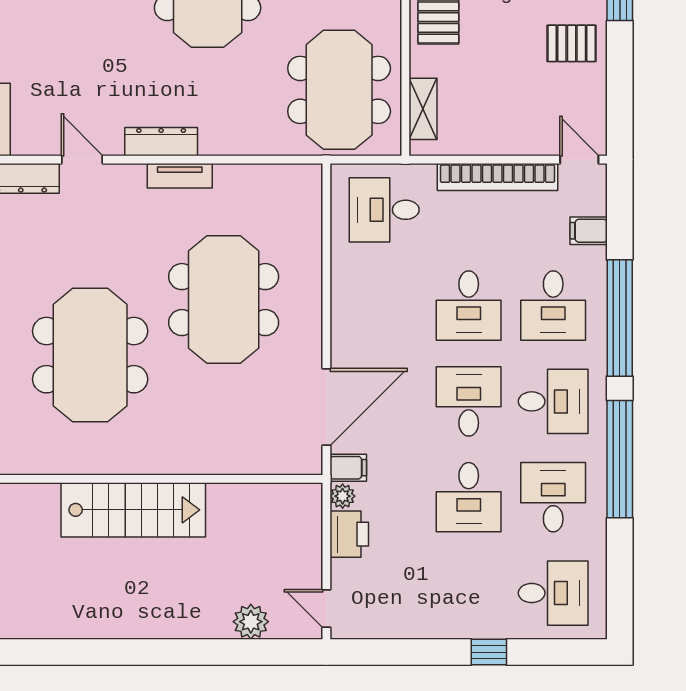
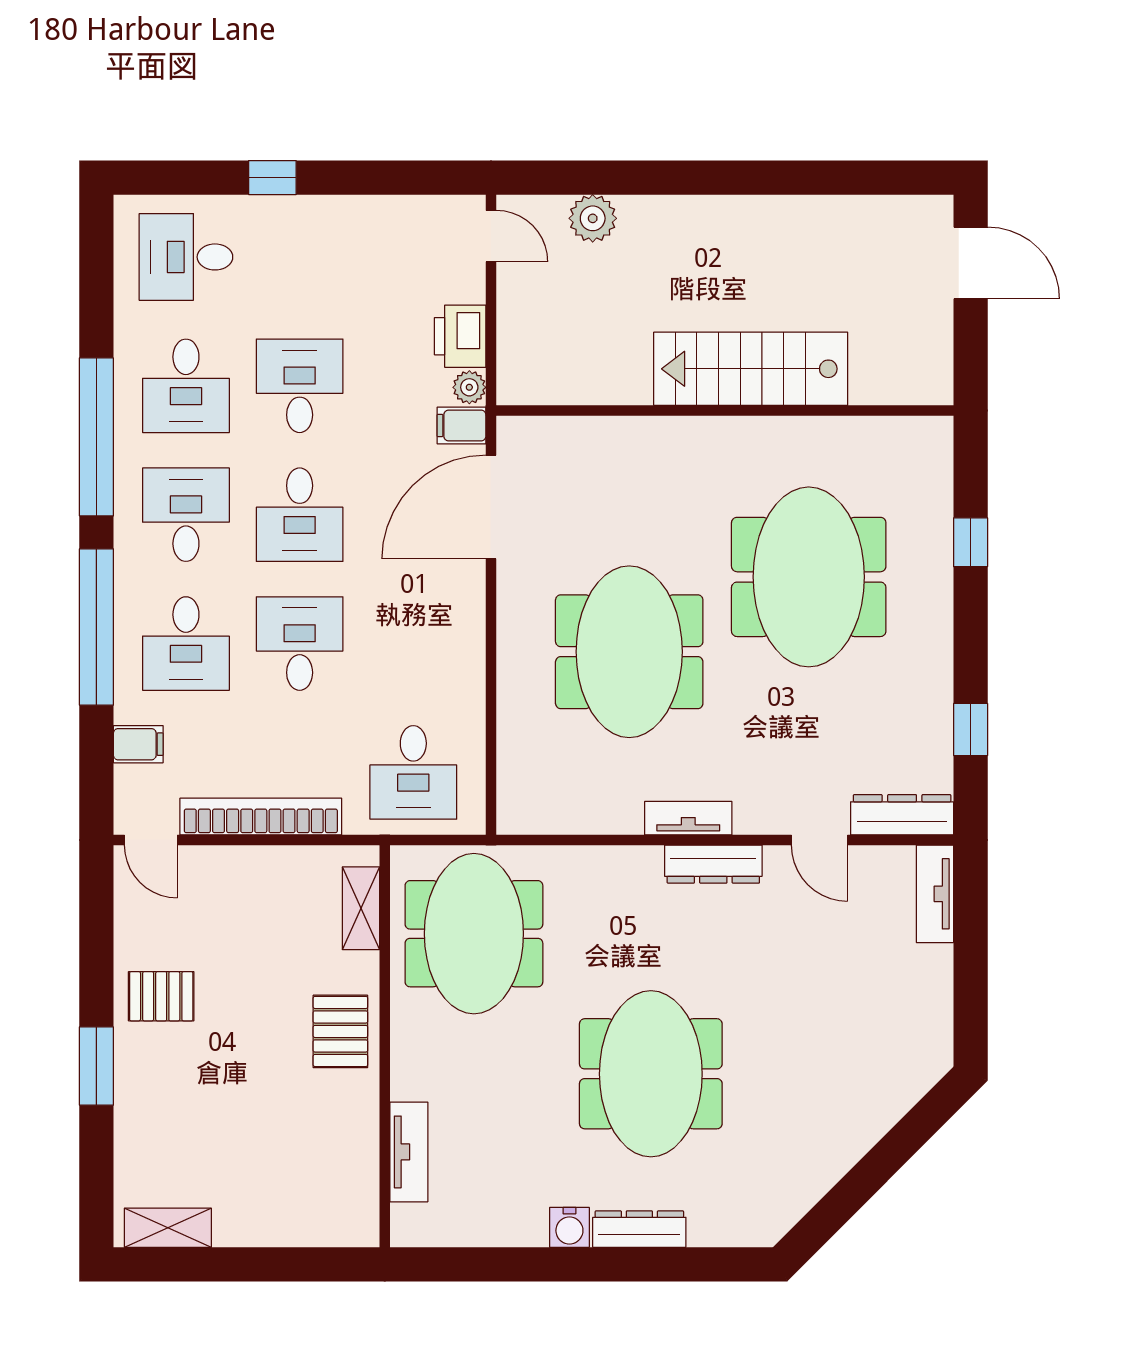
desk: (384, 210) -> (413, 772), turned 90
desk: (553, 306) -> (186, 644), turned 180
desk: (553, 401) -> (186, 515), turned 90

